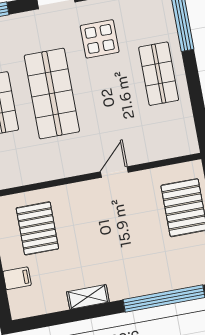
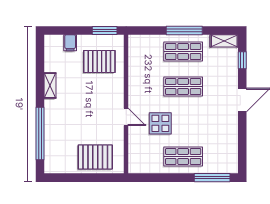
display table: (100, 39) -> (160, 123), moved
shop shelf: (52, 93) -> (183, 87), width x0.70, depth x0.74

